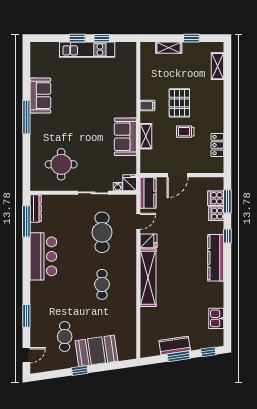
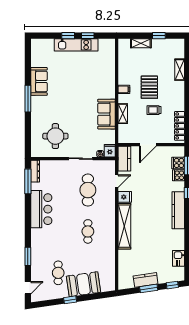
shelving: (217, 66) -> (180, 70), moved
locker: (217, 145) -> (179, 126), width x1.53

